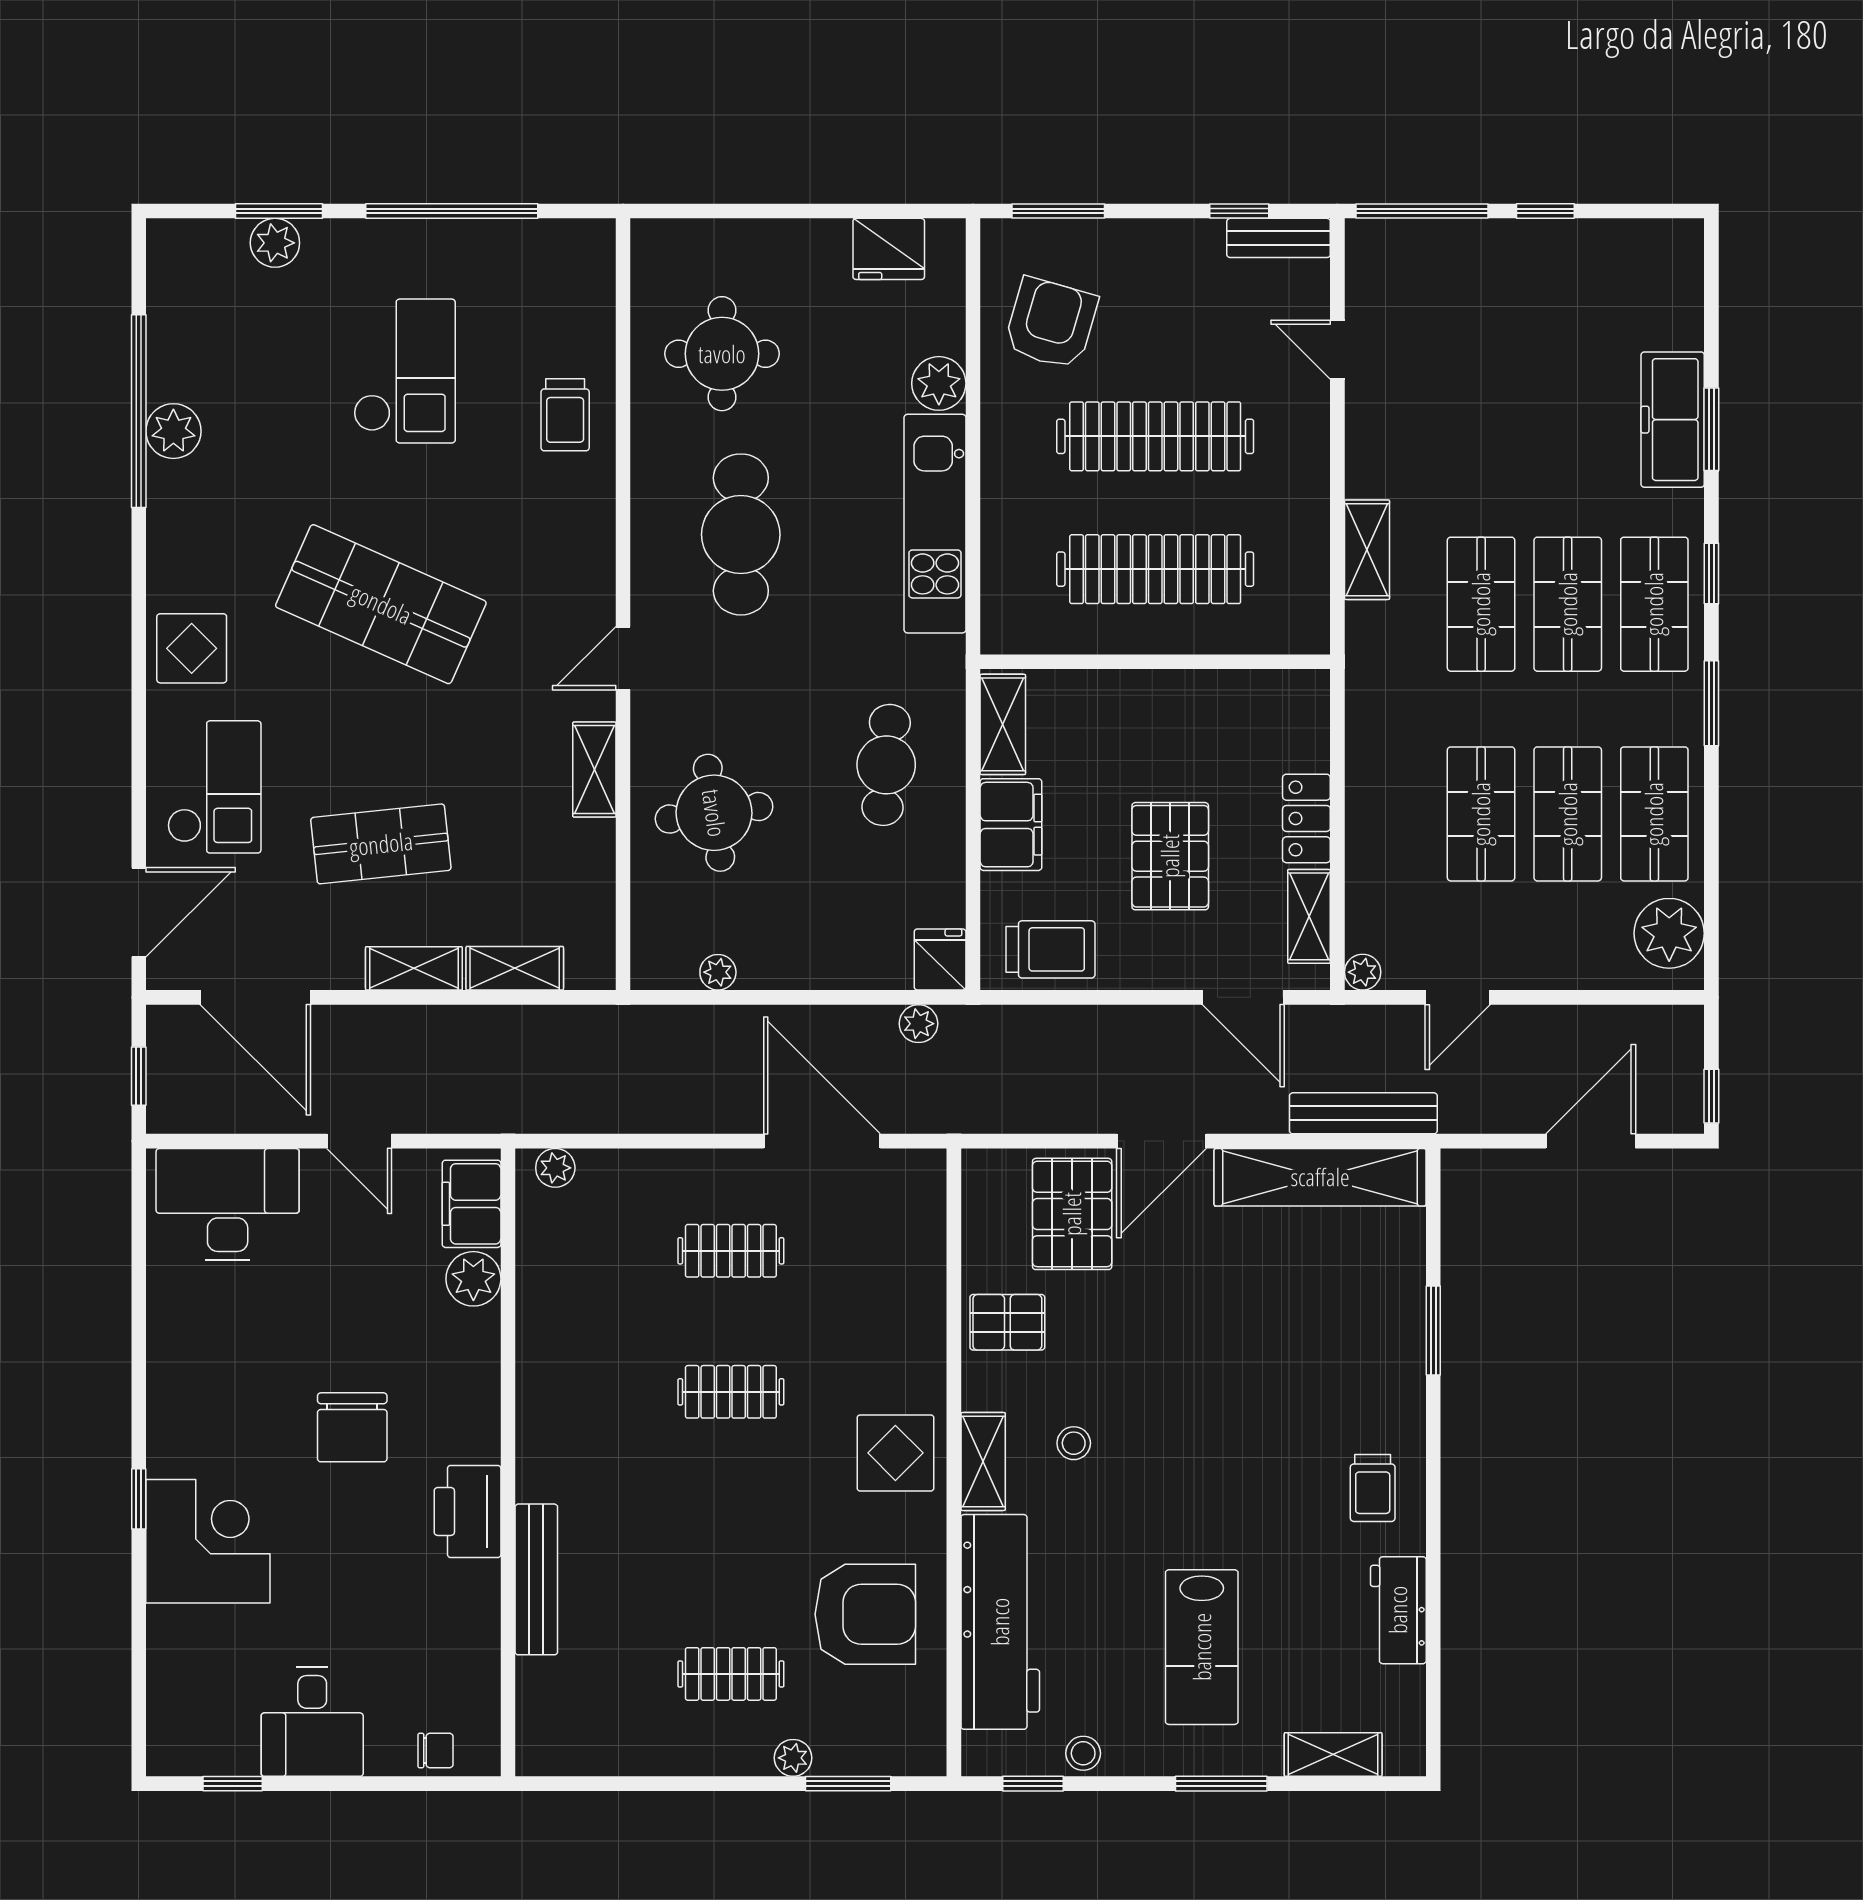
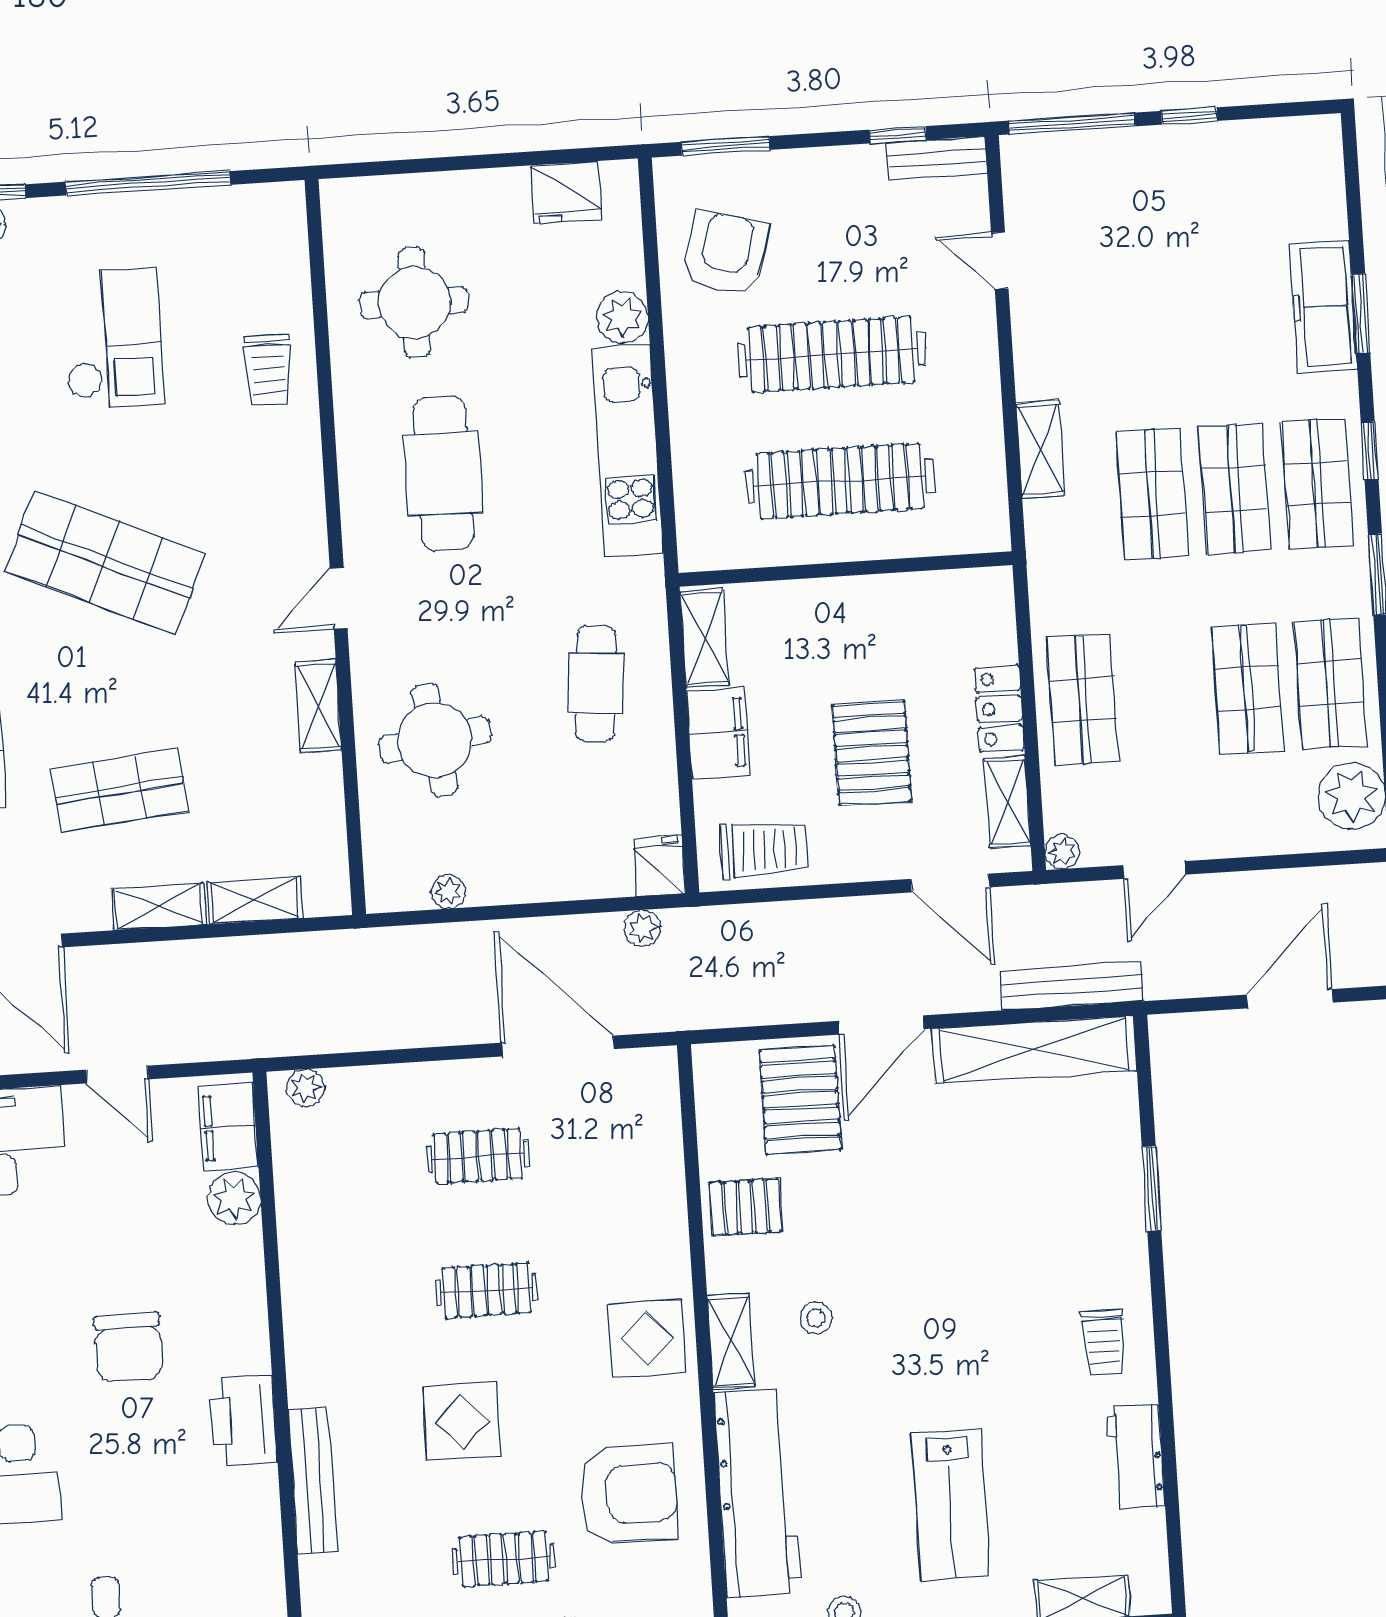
shop shelf: (1481, 814) -> (1083, 699), moved
display table: (697, 1527) -> (462, 1421), added

